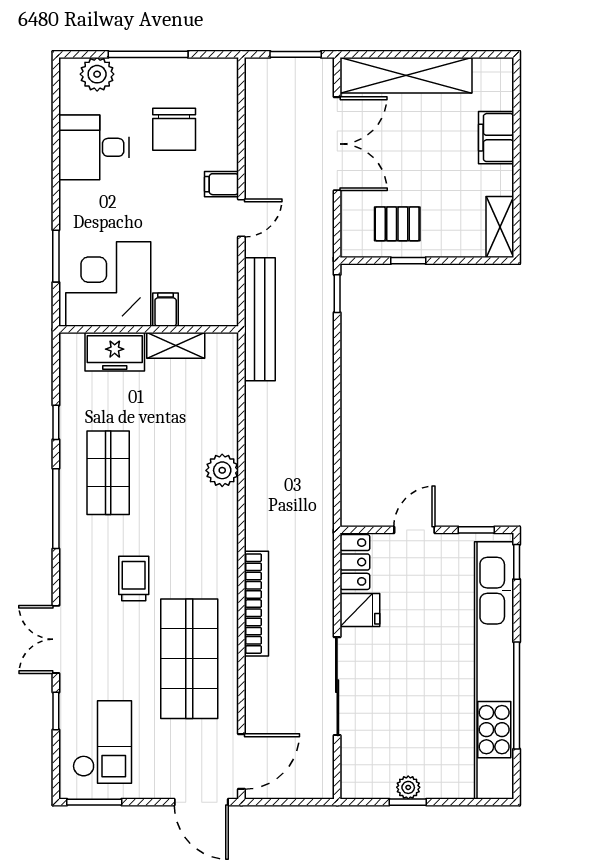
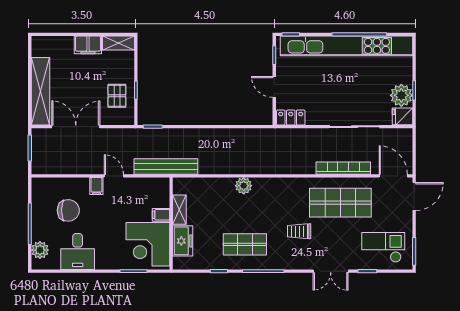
filing cabinet: (496, 138) -> (88, 45), moved
bookcase: (256, 604) -> (343, 168), moved
fridge: (360, 610) -> (402, 116), moved, turned -90
plant: (408, 787) -> (401, 95), width x1.88, depth x1.88

